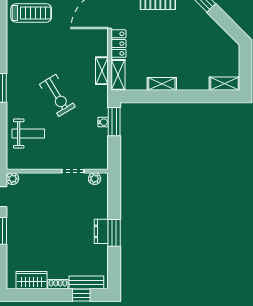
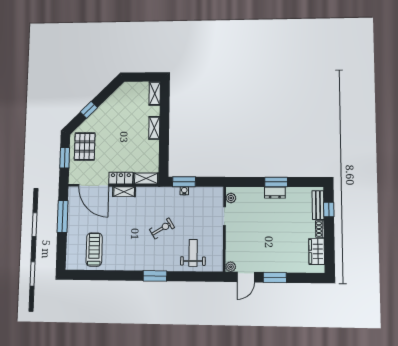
shelving: (102, 71) -> (124, 192), moved
shelving: (162, 84) -> (154, 128), moved
exercise bike: (57, 95) -> (162, 228), width x0.73, depth x0.72

